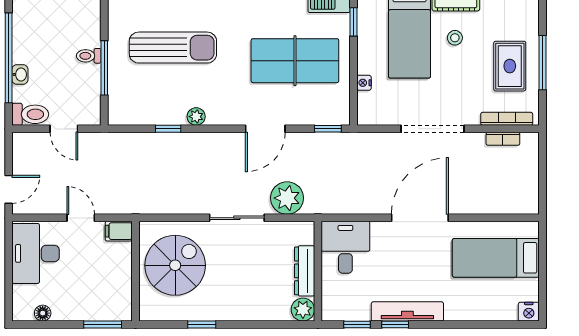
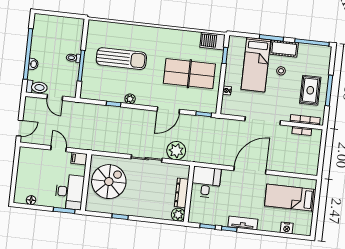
desk: (36, 253) -> (70, 192), moved, turned 180
tv unit: (407, 311) -> (243, 223), width x0.71
nightstand: (529, 312) -> (287, 228), moved

